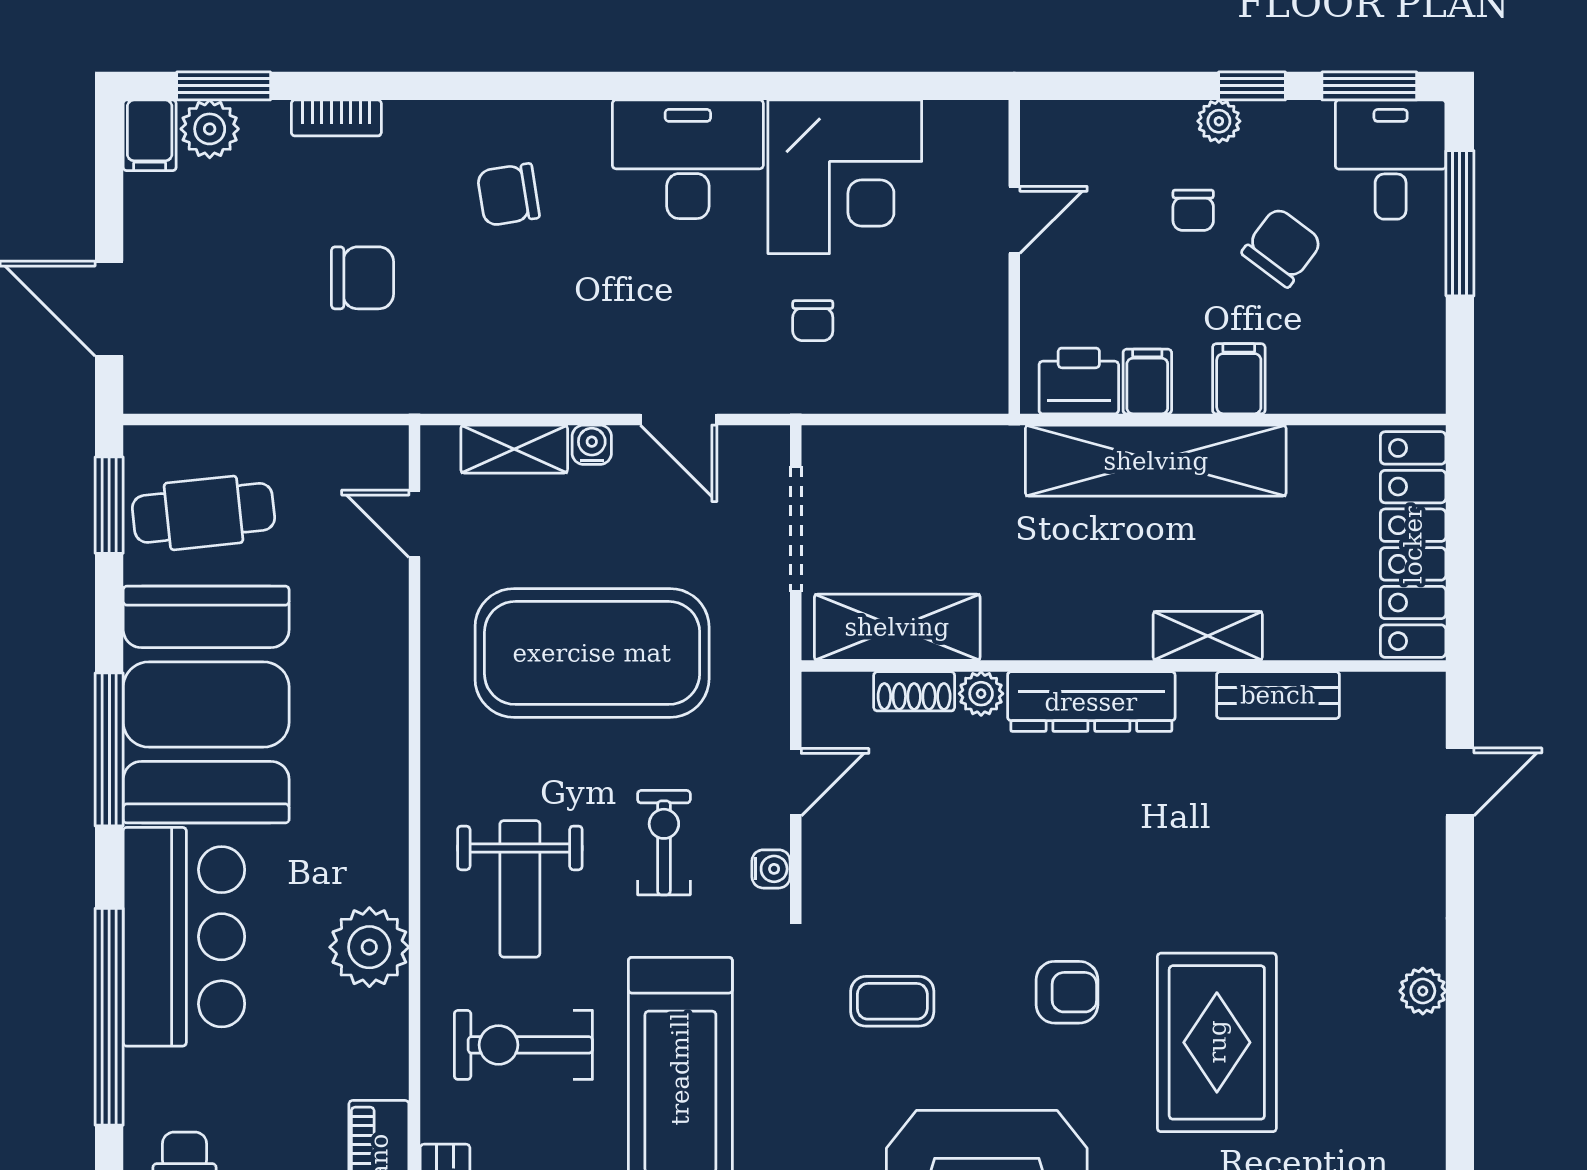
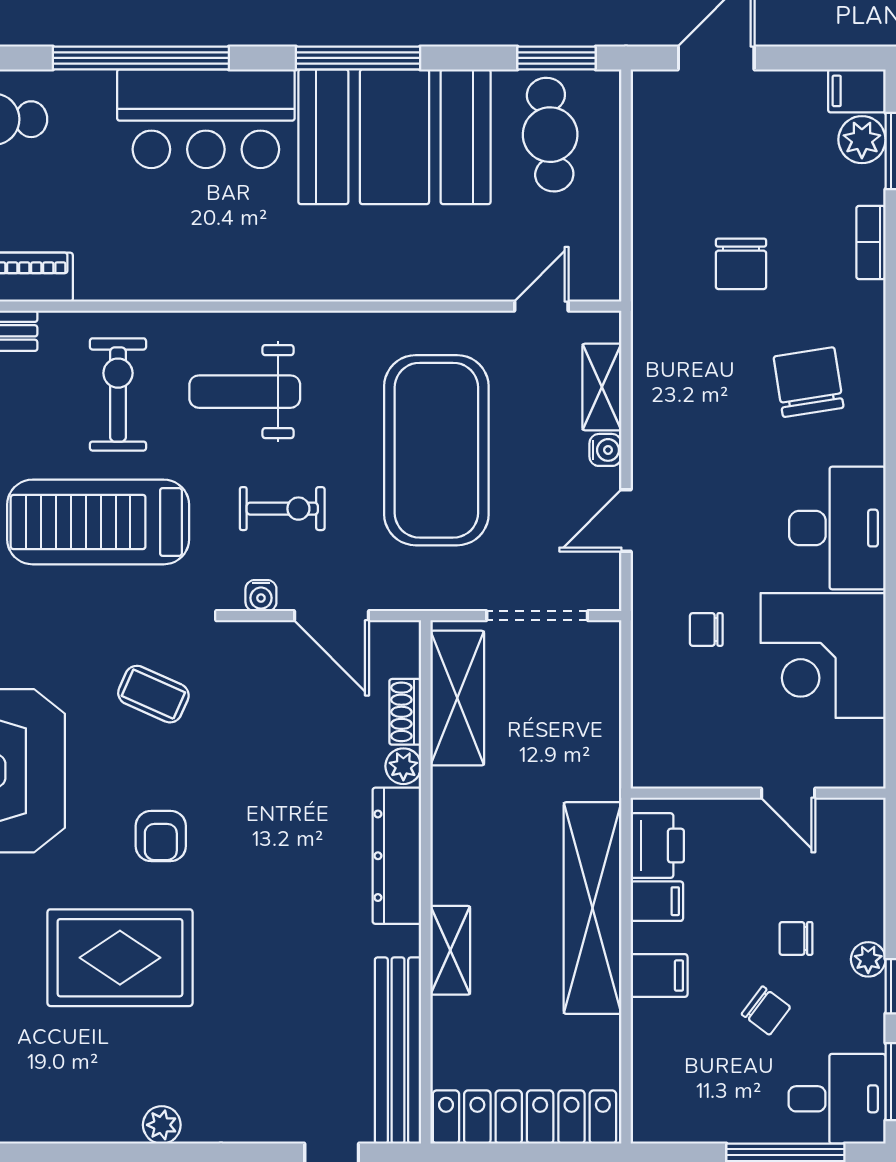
chair: (508, 195) -> (809, 382), width x1.37, depth x1.37
chair: (1282, 247) -> (766, 1011), width x0.73, depth x0.73
bench: (1278, 695) -> (398, 1050), width x1.86, depth x1.21
door: (796, 782) -> (331, 616), width x1.38
plant: (369, 947) -> (197, 269), removed
coffee table: (892, 1001) -> (153, 694), turned -66

